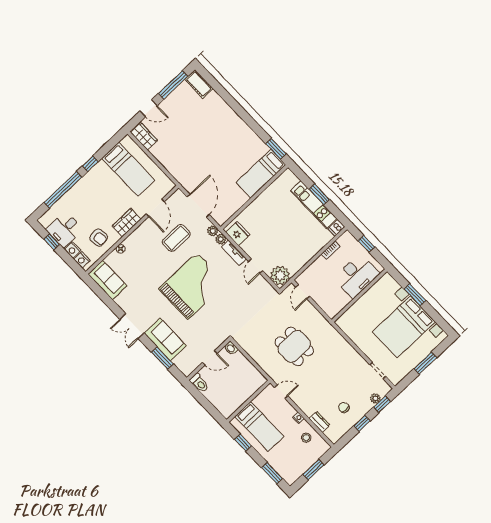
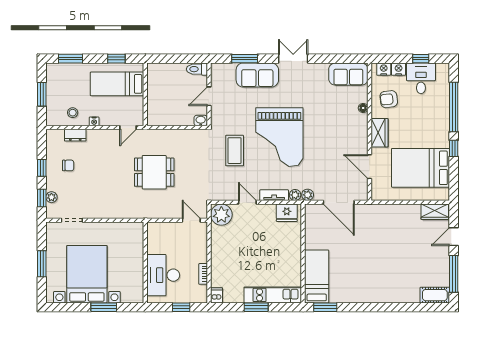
bed: (128, 169) -> (421, 168), width x1.50
kitchen unit: (314, 205) -> (273, 295), moved
coffee table: (176, 238) -> (235, 151), moved

